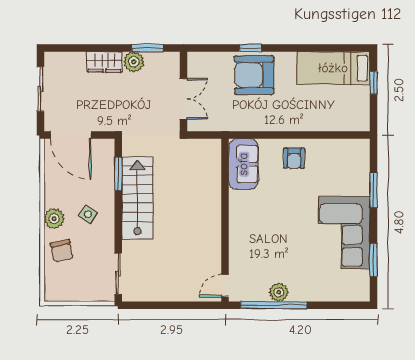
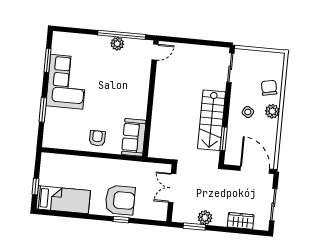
wardrobe: (105, 62) -> (241, 221), moved

